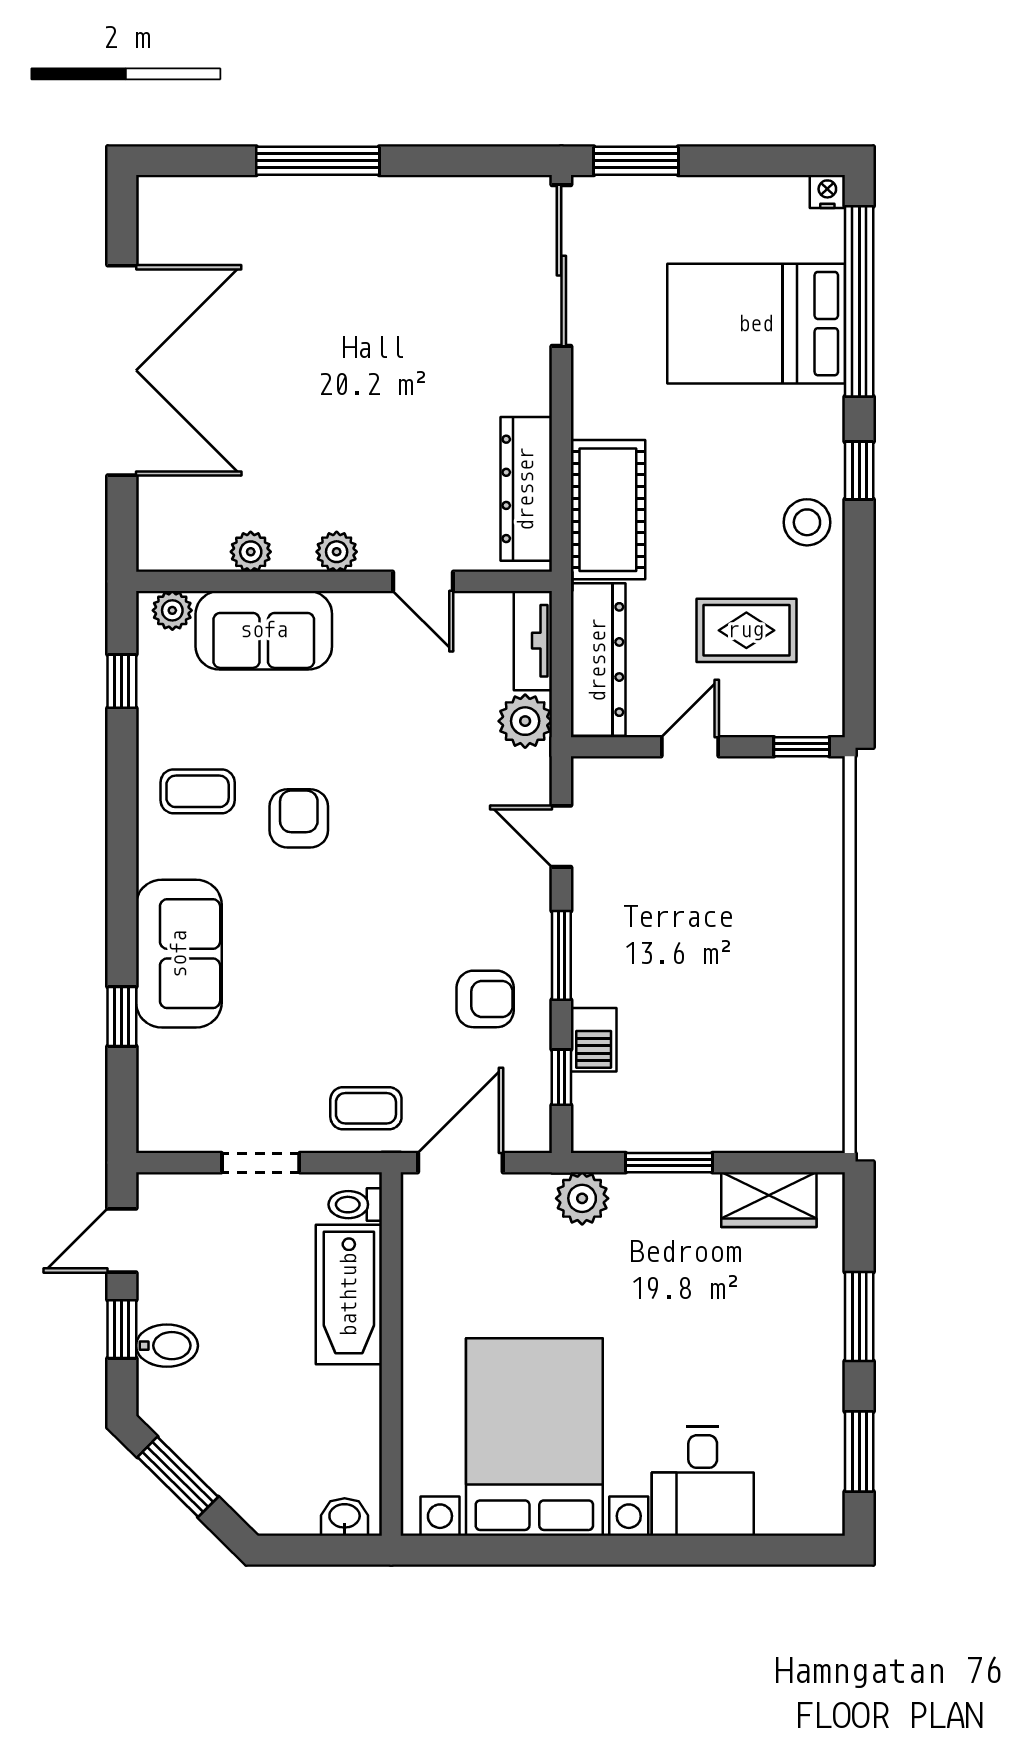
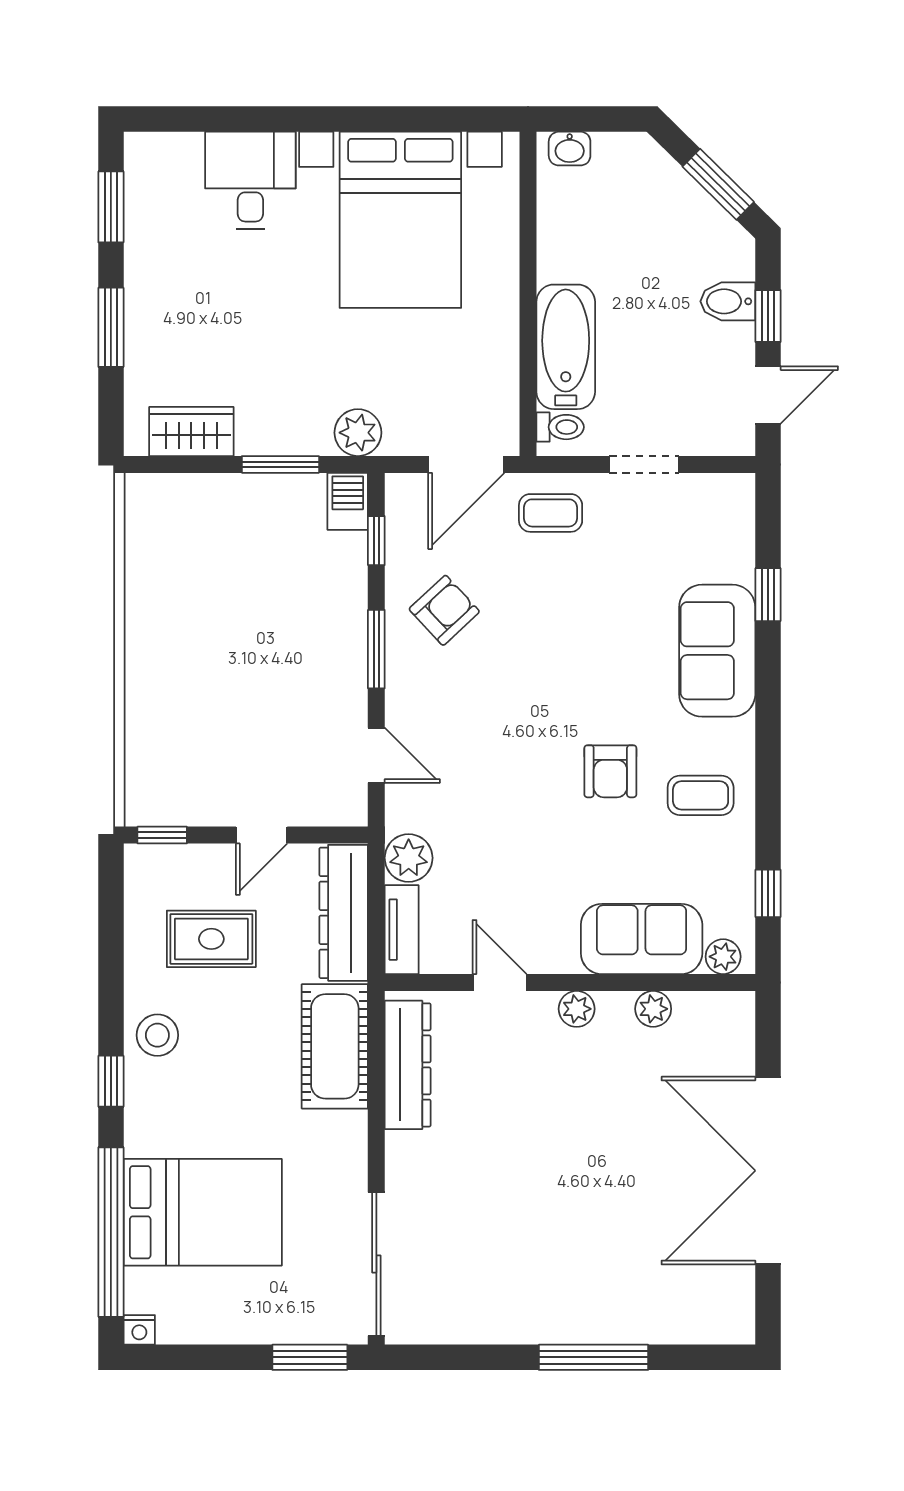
armchair: (485, 999) -> (444, 610), turned 137
barbecue: (594, 1040) -> (348, 501), moved

